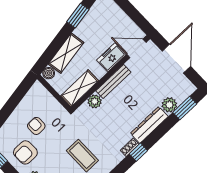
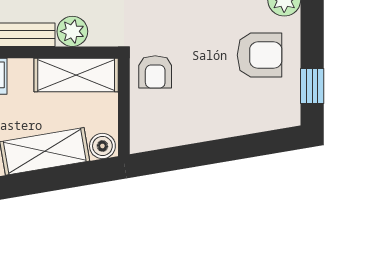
armchair: (36, 126) -> (155, 72), moved

